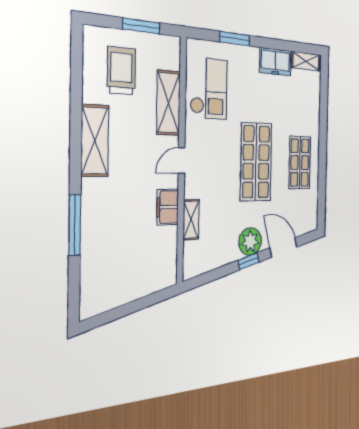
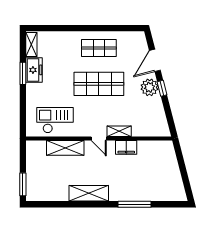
window: (141, 26) -> (23, 184), moved
window: (235, 39) -> (23, 73), moved
trolley: (121, 71) -> (49, 178), removed
shelving: (191, 220) -> (119, 131), moved

